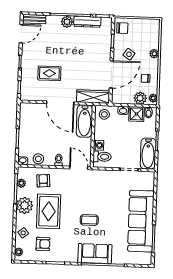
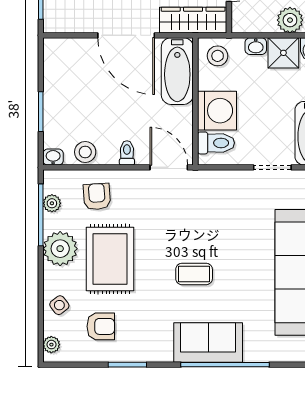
washing machine: (99, 145) -> (217, 111), width x1.89, depth x1.89

